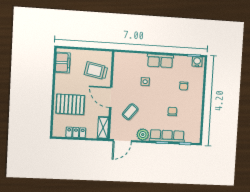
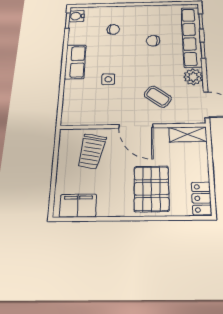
door: (111, 97) -> (136, 126), hinge flipped
locker: (76, 132) -> (202, 198), moved
row of seats: (167, 136) -> (191, 37), width x1.36

